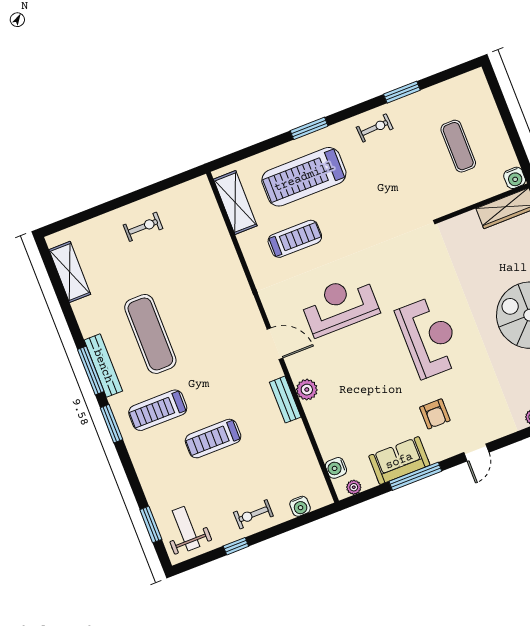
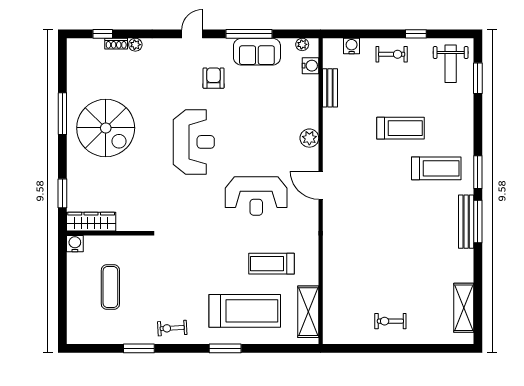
exercise mat: (150, 334) -> (418, 232), removed
reception desk: (429, 337) -> (194, 142), turned 180
bench: (285, 400) -> (330, 88), moved

